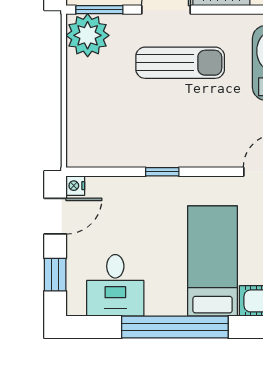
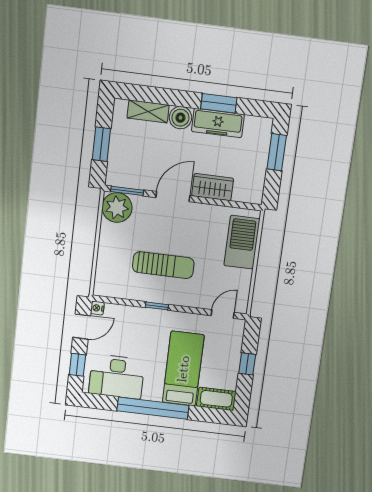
sun lounger: (180, 63) -> (163, 265), moved
desk: (115, 285) -> (117, 377), width x1.37

